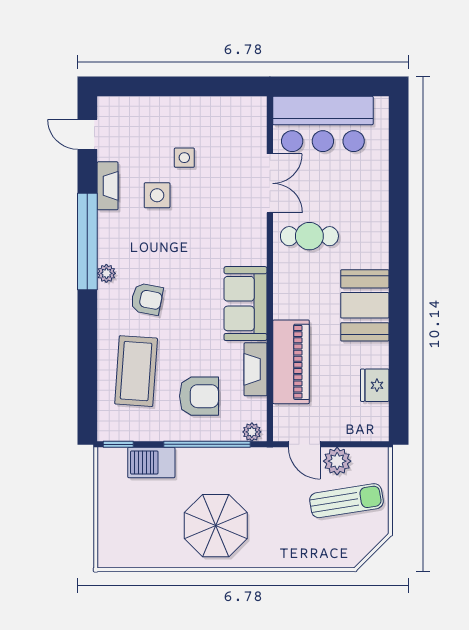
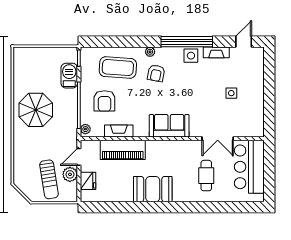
side table: (157, 195) -> (191, 56), moved
cafe table: (309, 236) -> (206, 176), moved
plant: (106, 273) -> (150, 52), moved
sofa: (245, 304) -> (169, 126), moved
fridge: (375, 385) -> (88, 181), moved, turned 90

